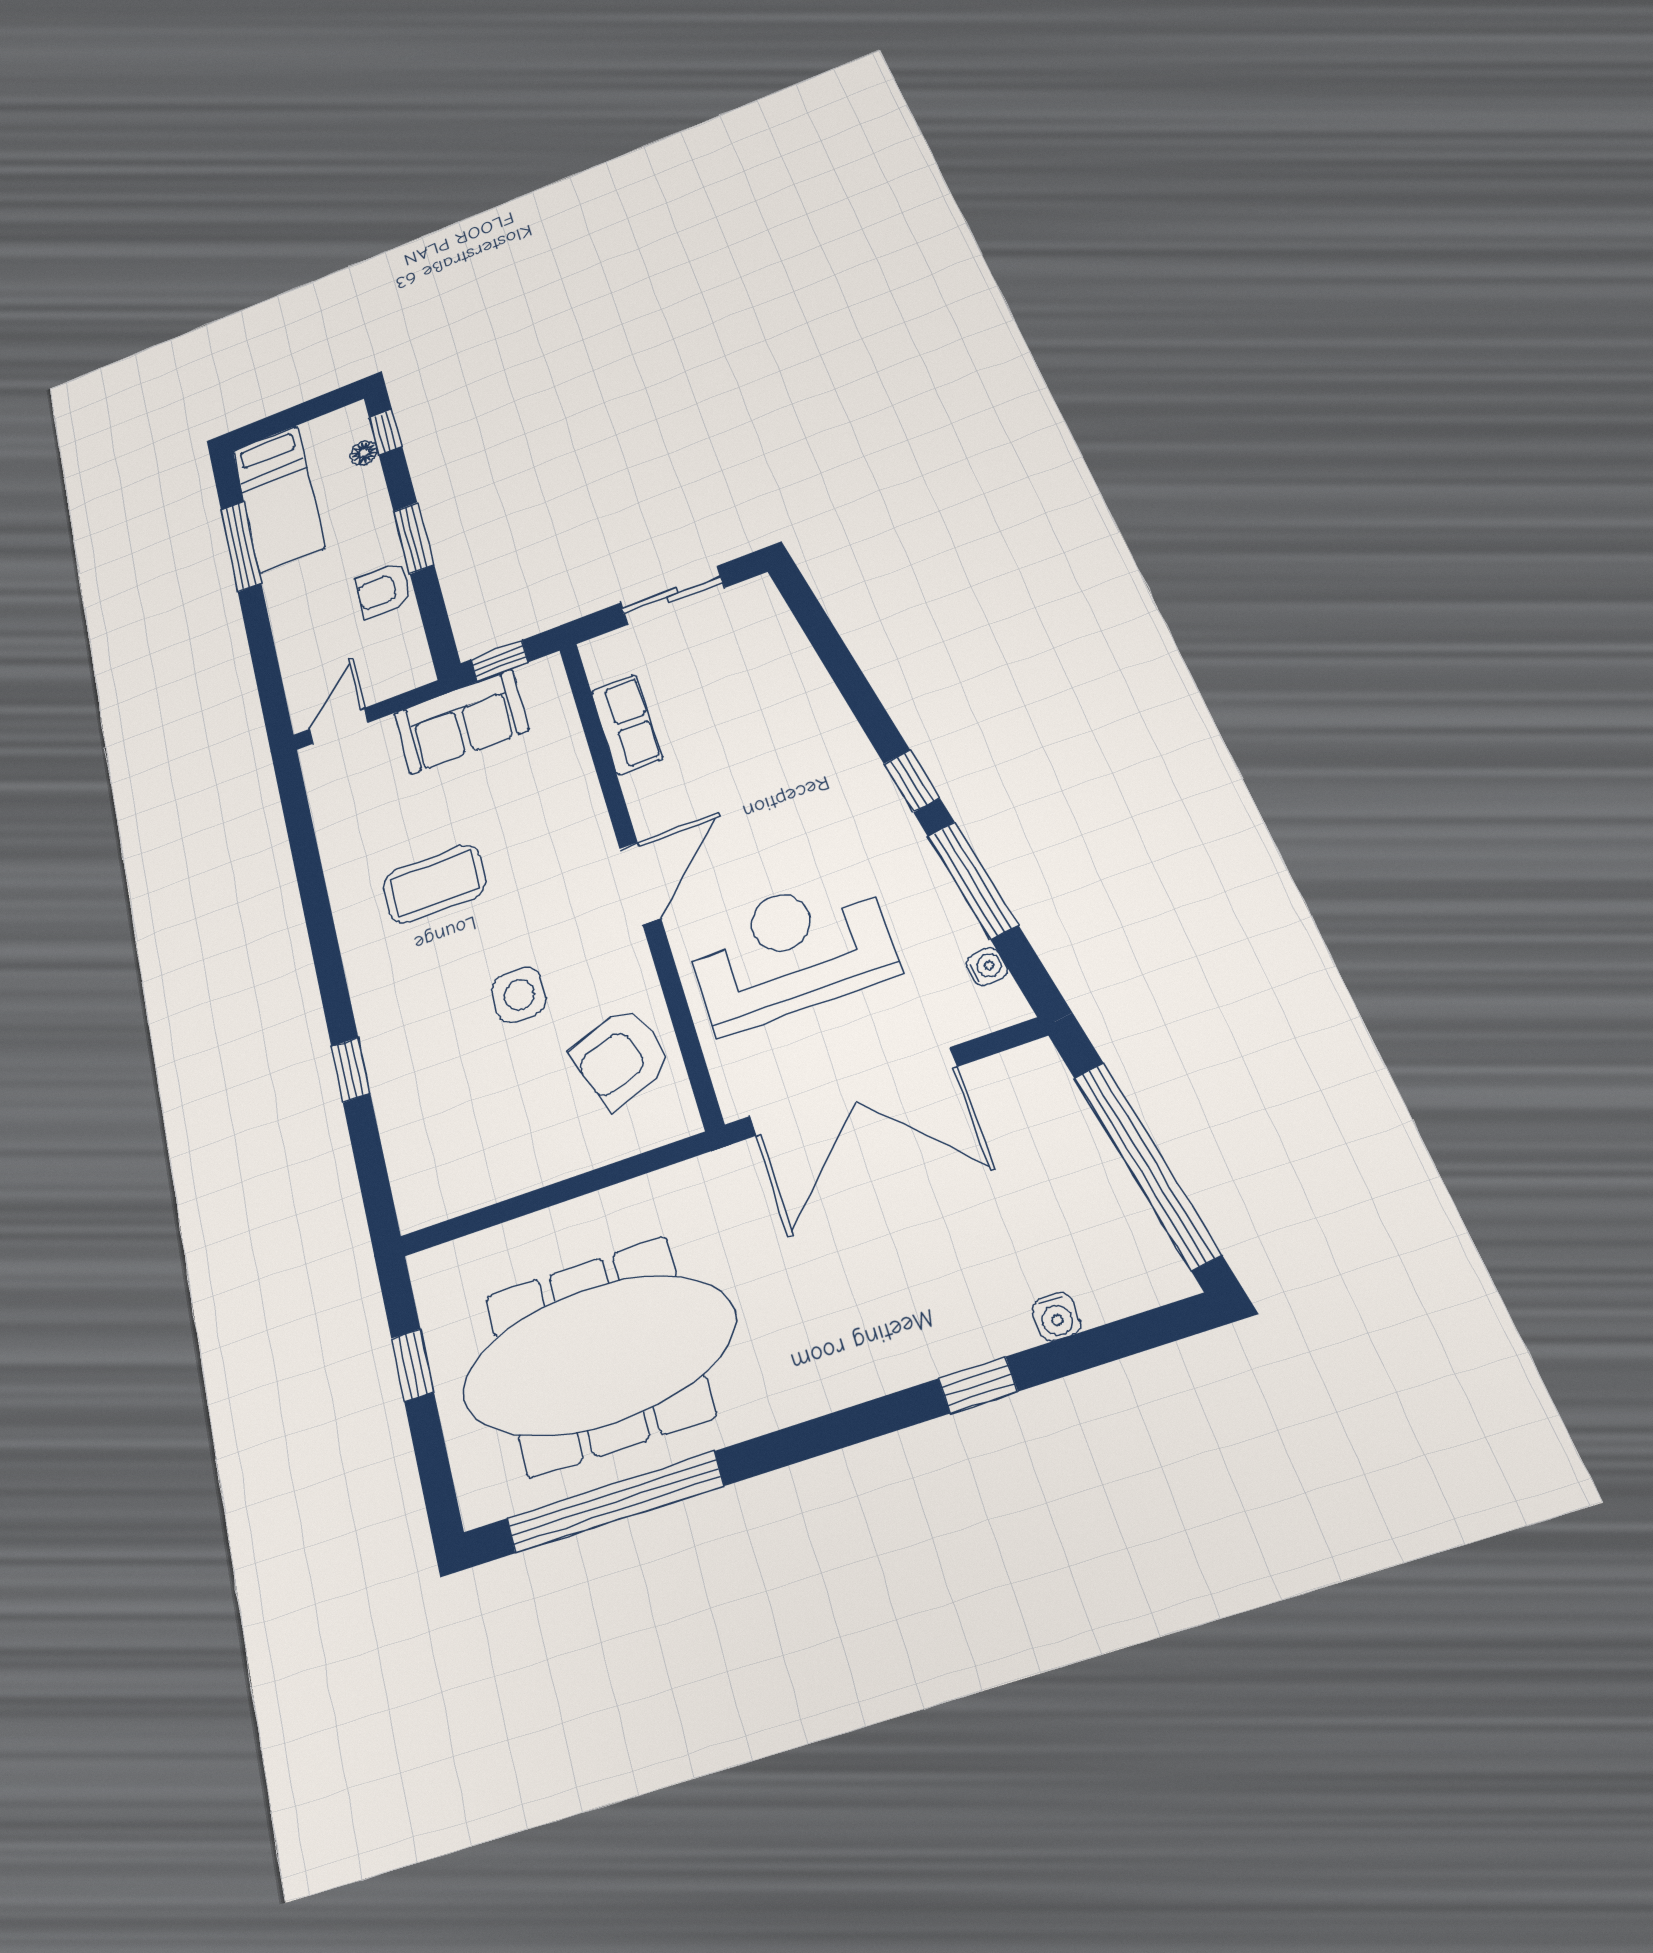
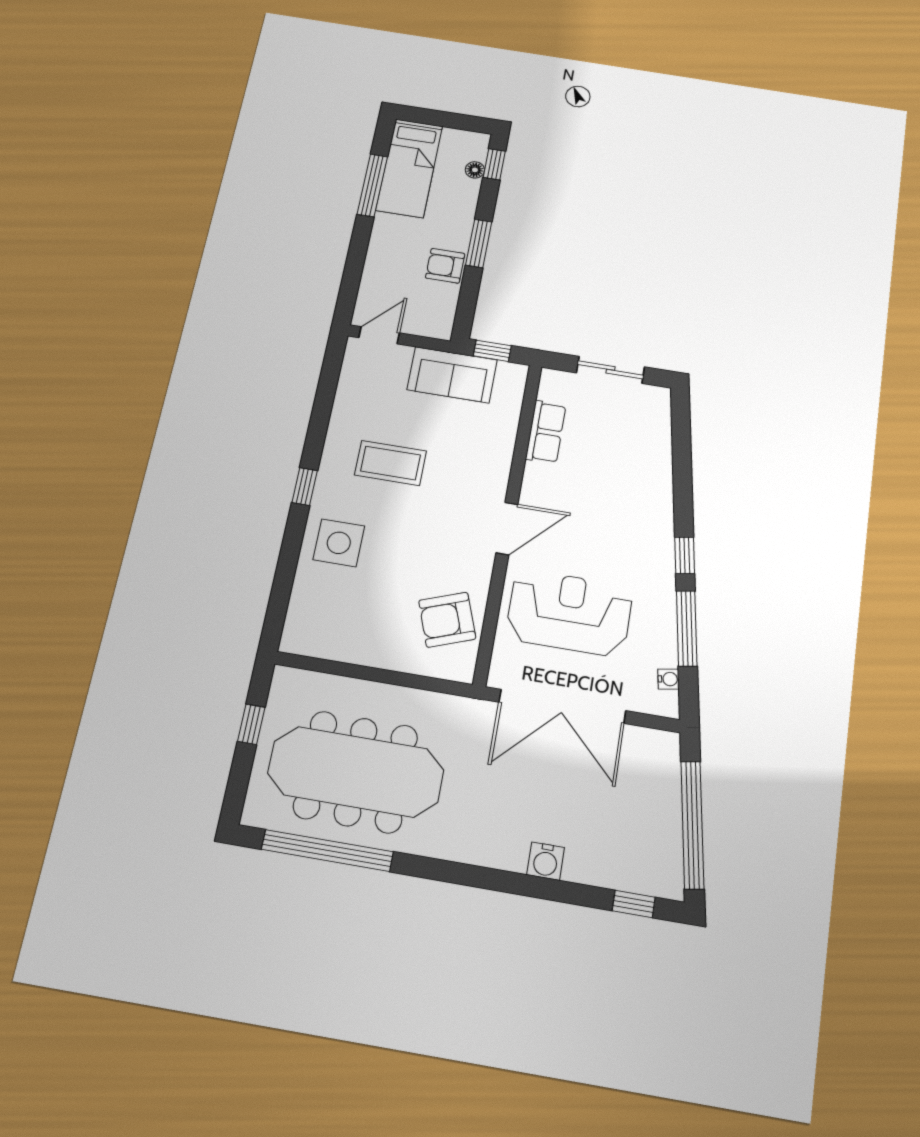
side table: (519, 995) -> (339, 543), moved, width x1.37, depth x1.37
window: (351, 1070) -> (305, 487), moved
water cooler: (1056, 1317) -> (546, 861), moved, width x1.38, depth x1.38
window: (978, 1385) -> (634, 904), moved

